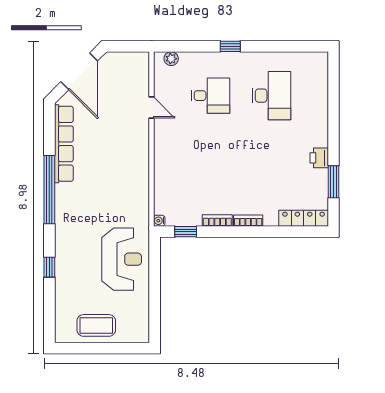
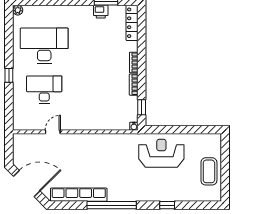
plant: (171, 59) -> (18, 10), moved
desk: (210, 96) -> (44, 90), width x1.37
desk: (271, 96) -> (44, 46), width x1.36, depth x1.30
printer: (319, 158) -> (101, 12), moved

